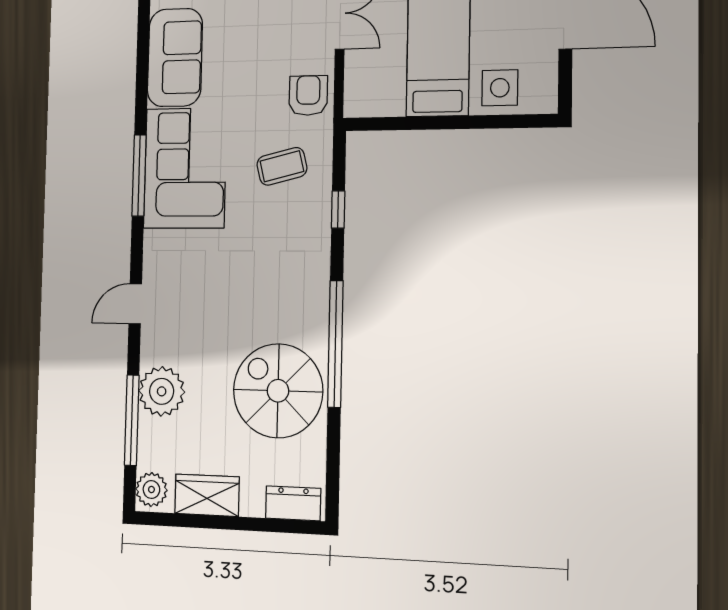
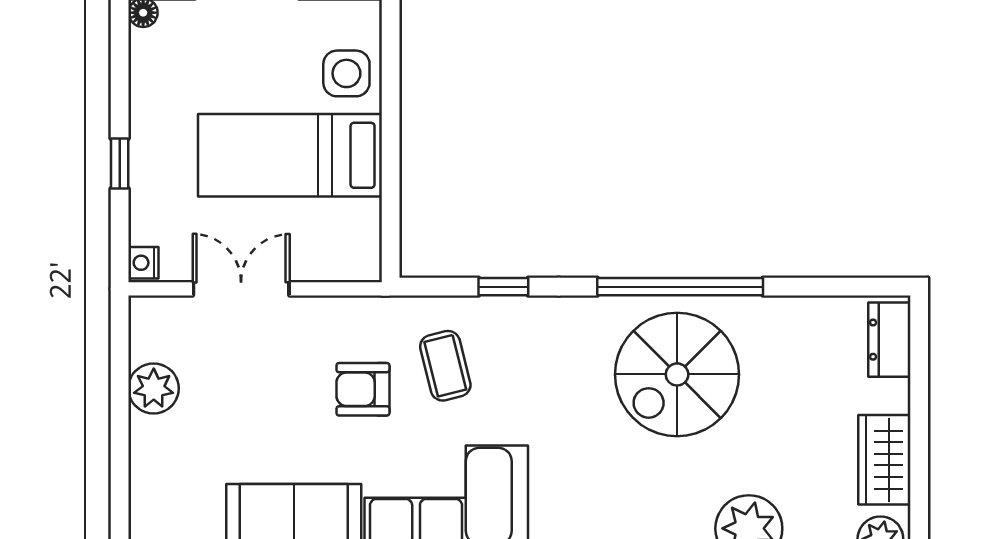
armchair: (308, 95) -> (363, 389), moved
spiral stairs: (278, 391) -> (677, 374), moved

